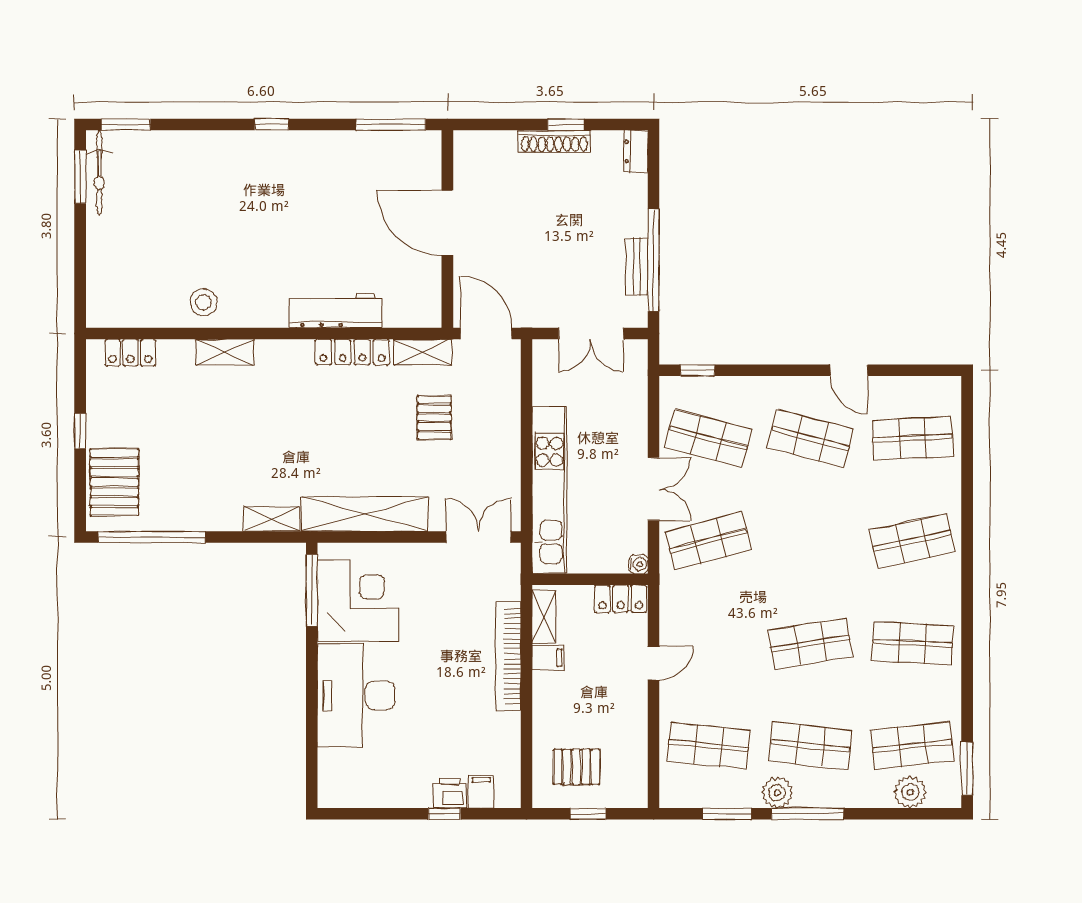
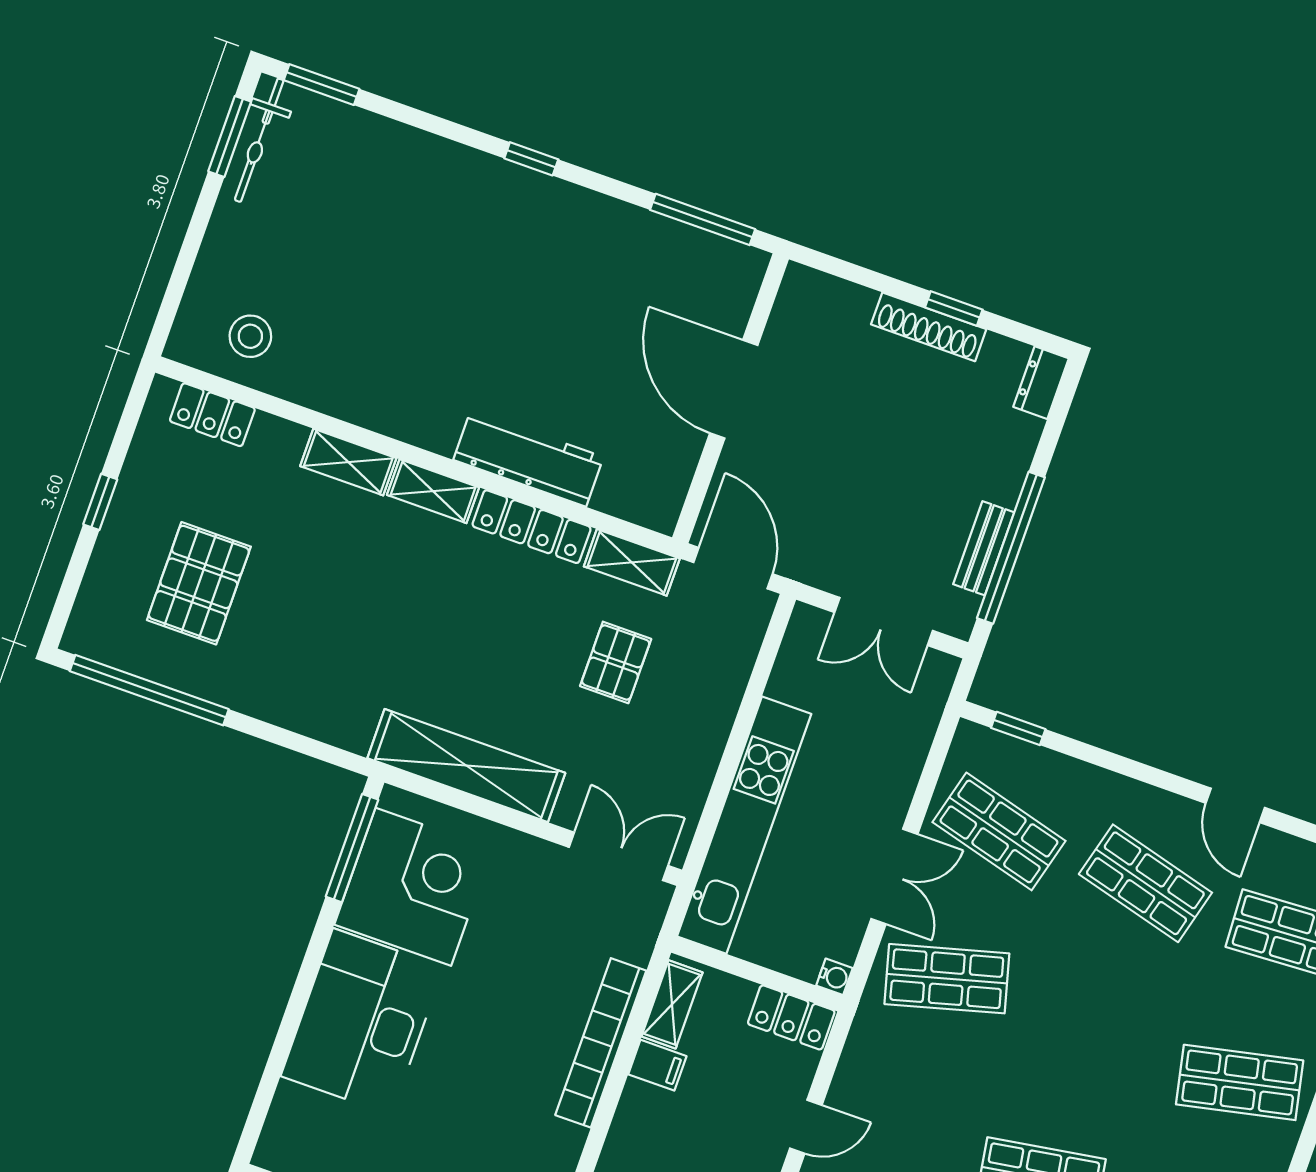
stool: (203, 302) -> (250, 336), moved
pallet: (114, 482) -> (199, 583), moved
shelving: (272, 519) -> (433, 491), moved

